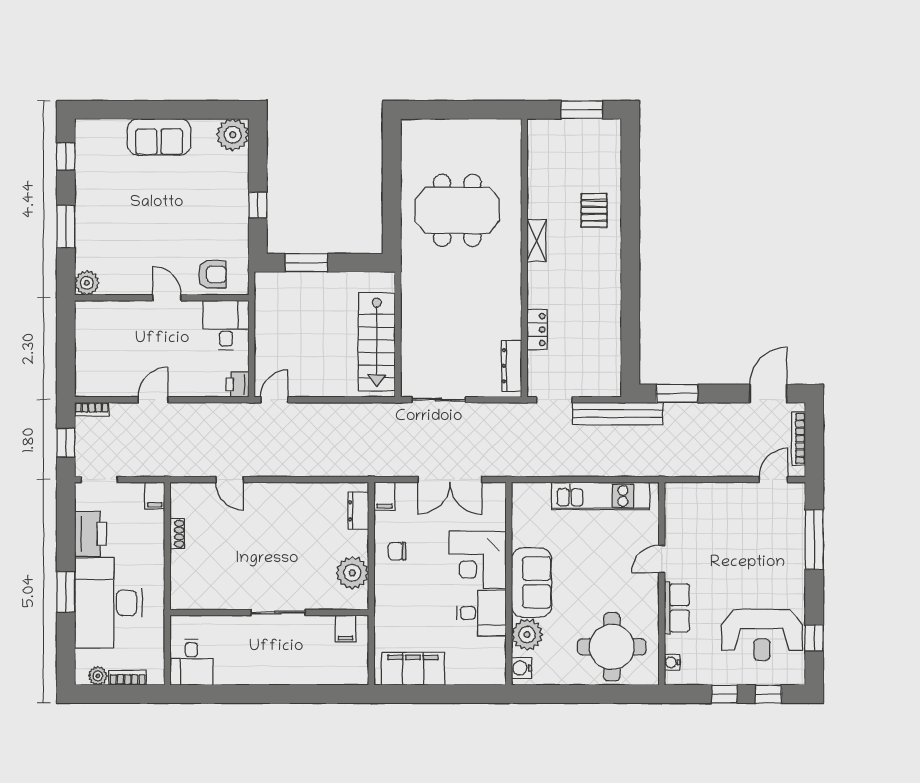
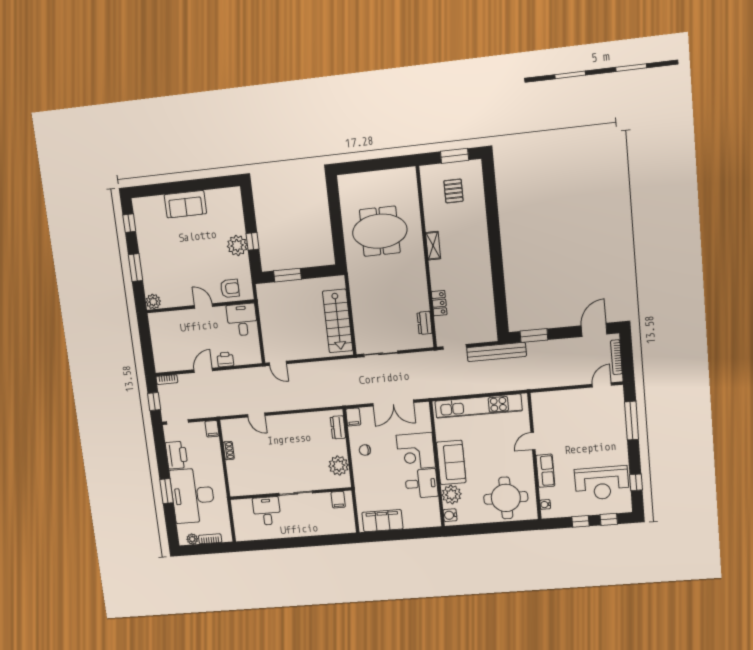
plant: (233, 135) -> (237, 245), moved
pallet: (594, 210) -> (453, 191), moved
dresser: (512, 366) -> (425, 323), width x0.70
printer: (238, 385) -> (225, 359), moved, turned 90
door: (274, 400) -> (278, 363), swing flipped
kitchen unit: (600, 496) -> (479, 406), width x1.36
desk: (191, 662) -> (267, 511), moved, turned 180

